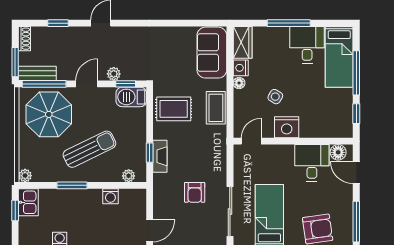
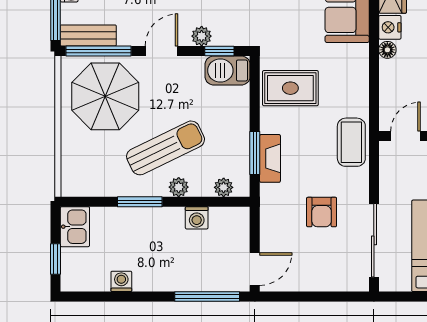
coffee table: (216, 108) -> (351, 142), moved
window: (150, 153) -> (255, 153), width x1.50
plant: (25, 176) -> (179, 187), moved
window: (15, 210) -> (55, 259), moved

